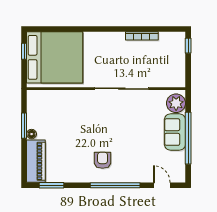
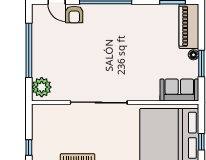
sofa: (175, 132) -> (179, 90), moved, turned -90
armchair: (103, 160) -> (74, 15), moved

